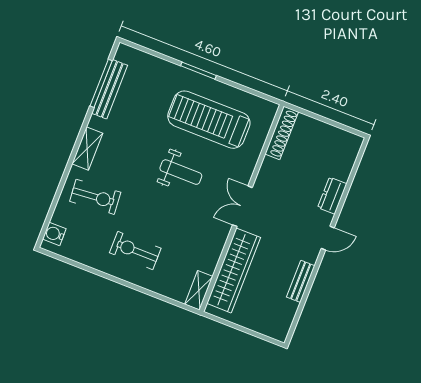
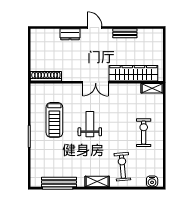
treadmill: (209, 120) -> (54, 120), width x0.73, depth x0.73
exercise bike: (135, 251) -> (144, 133), turned 180

